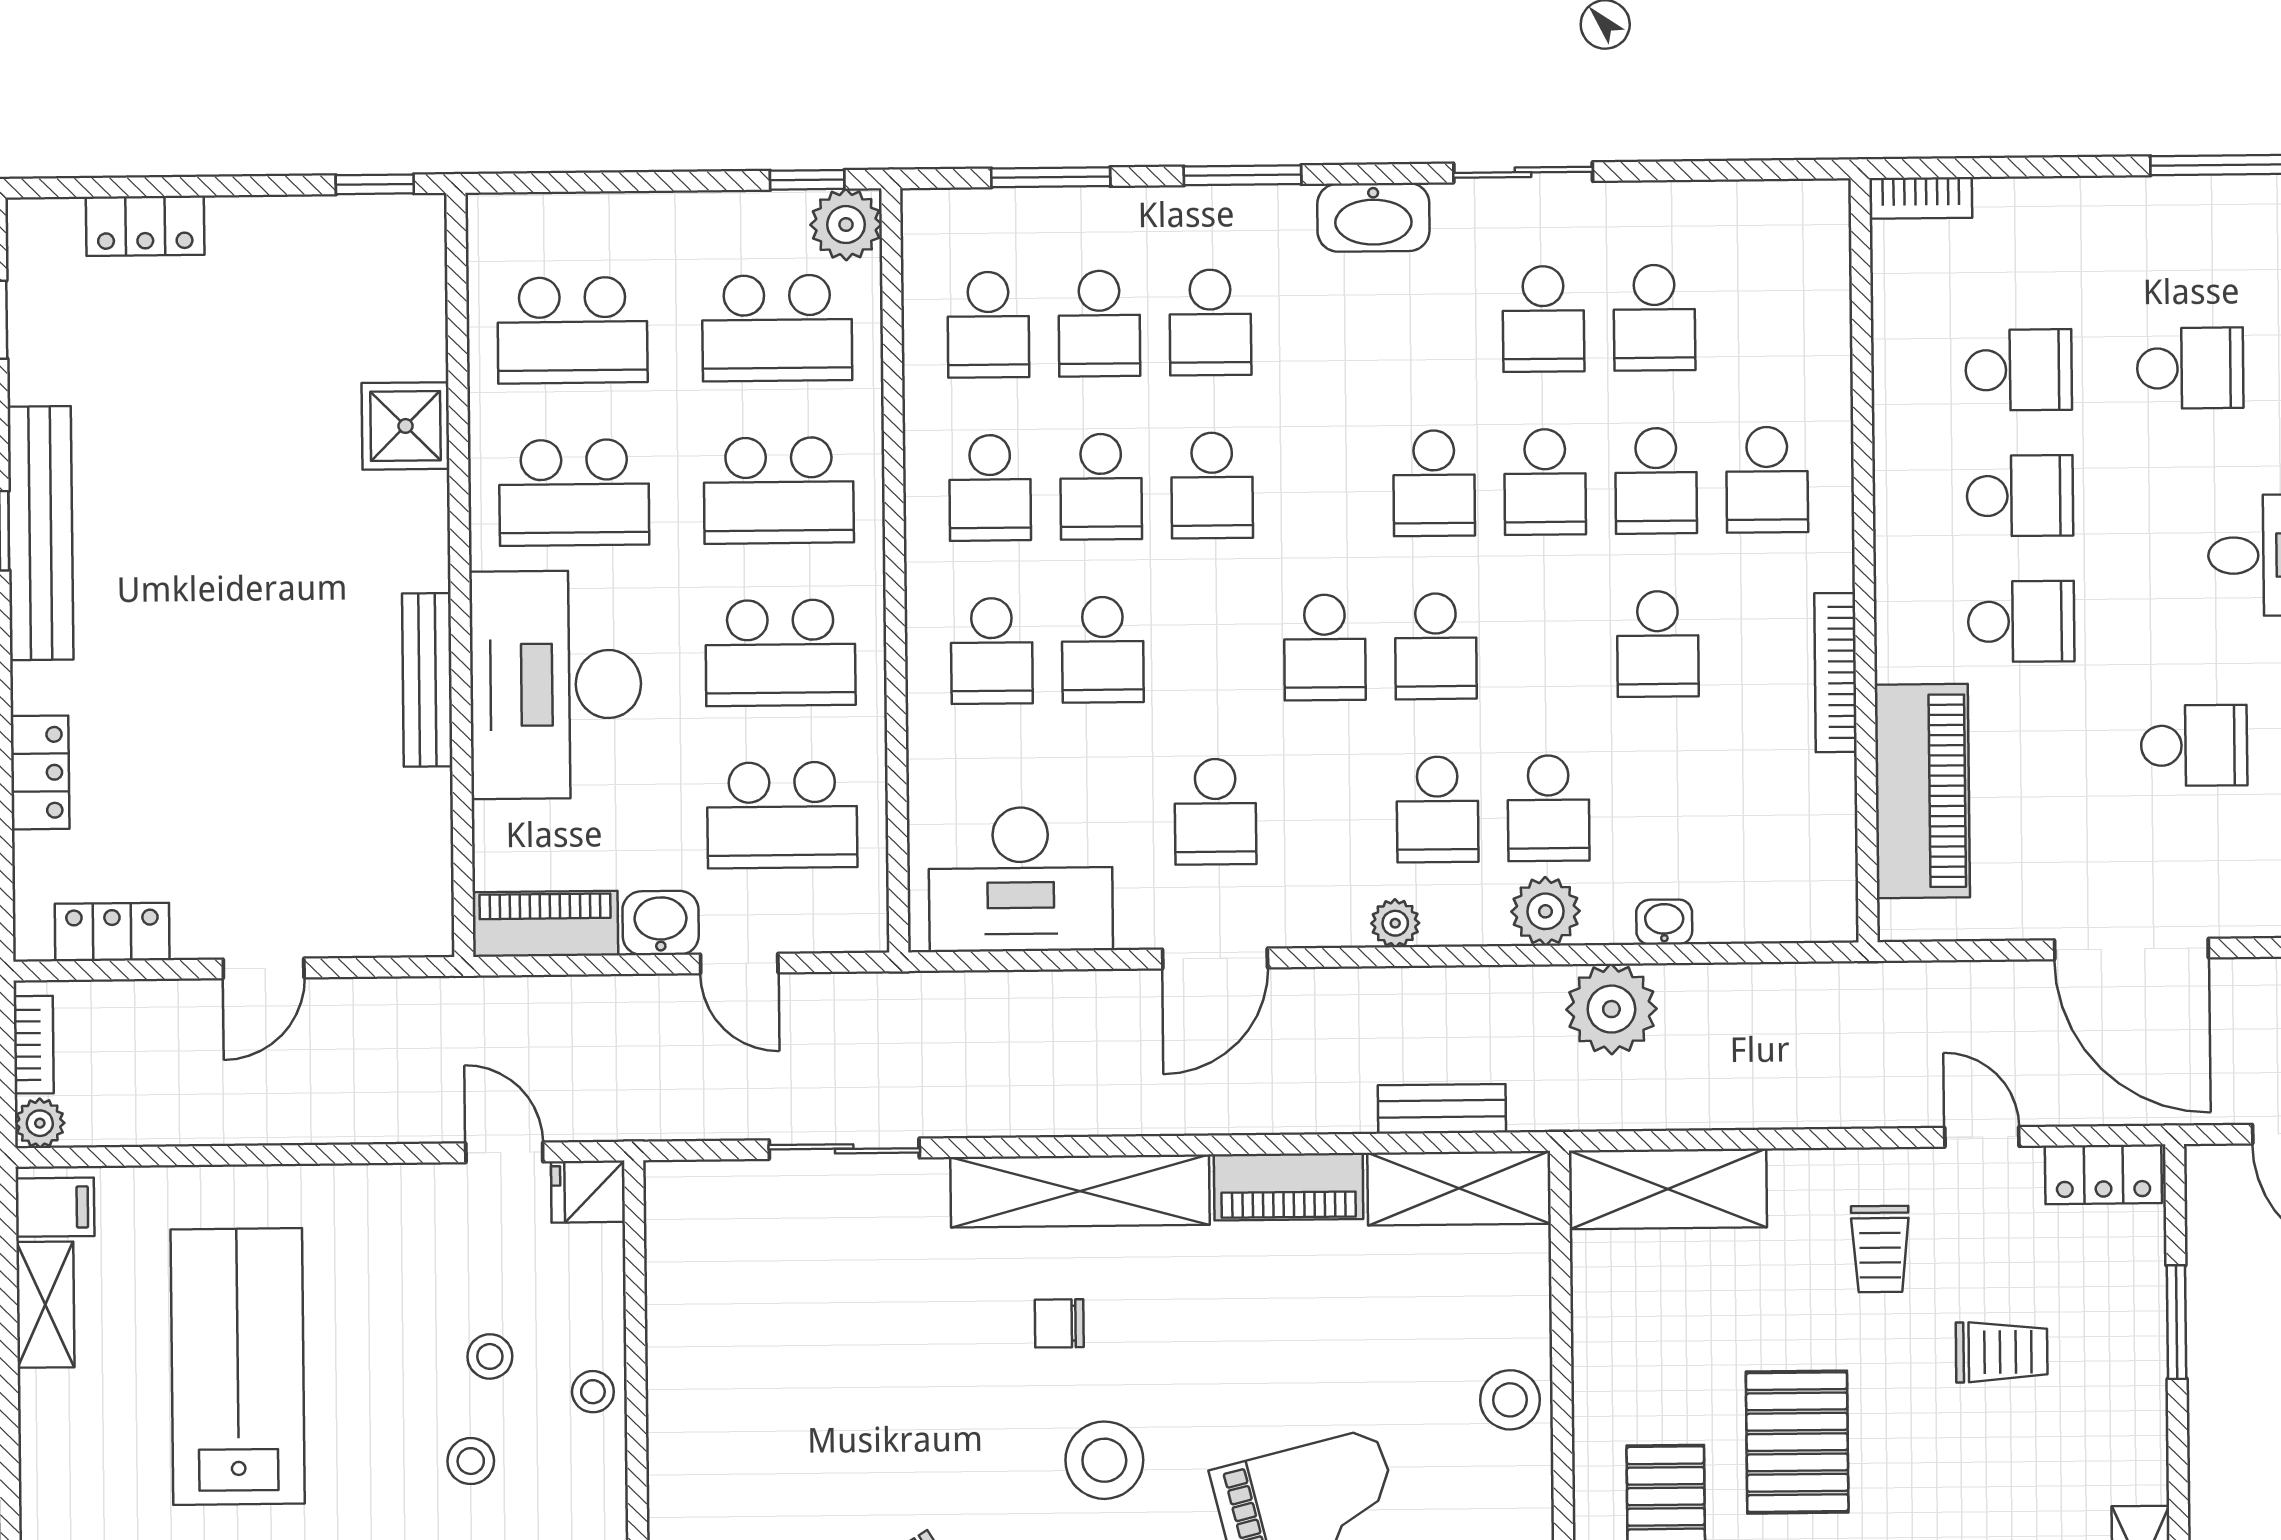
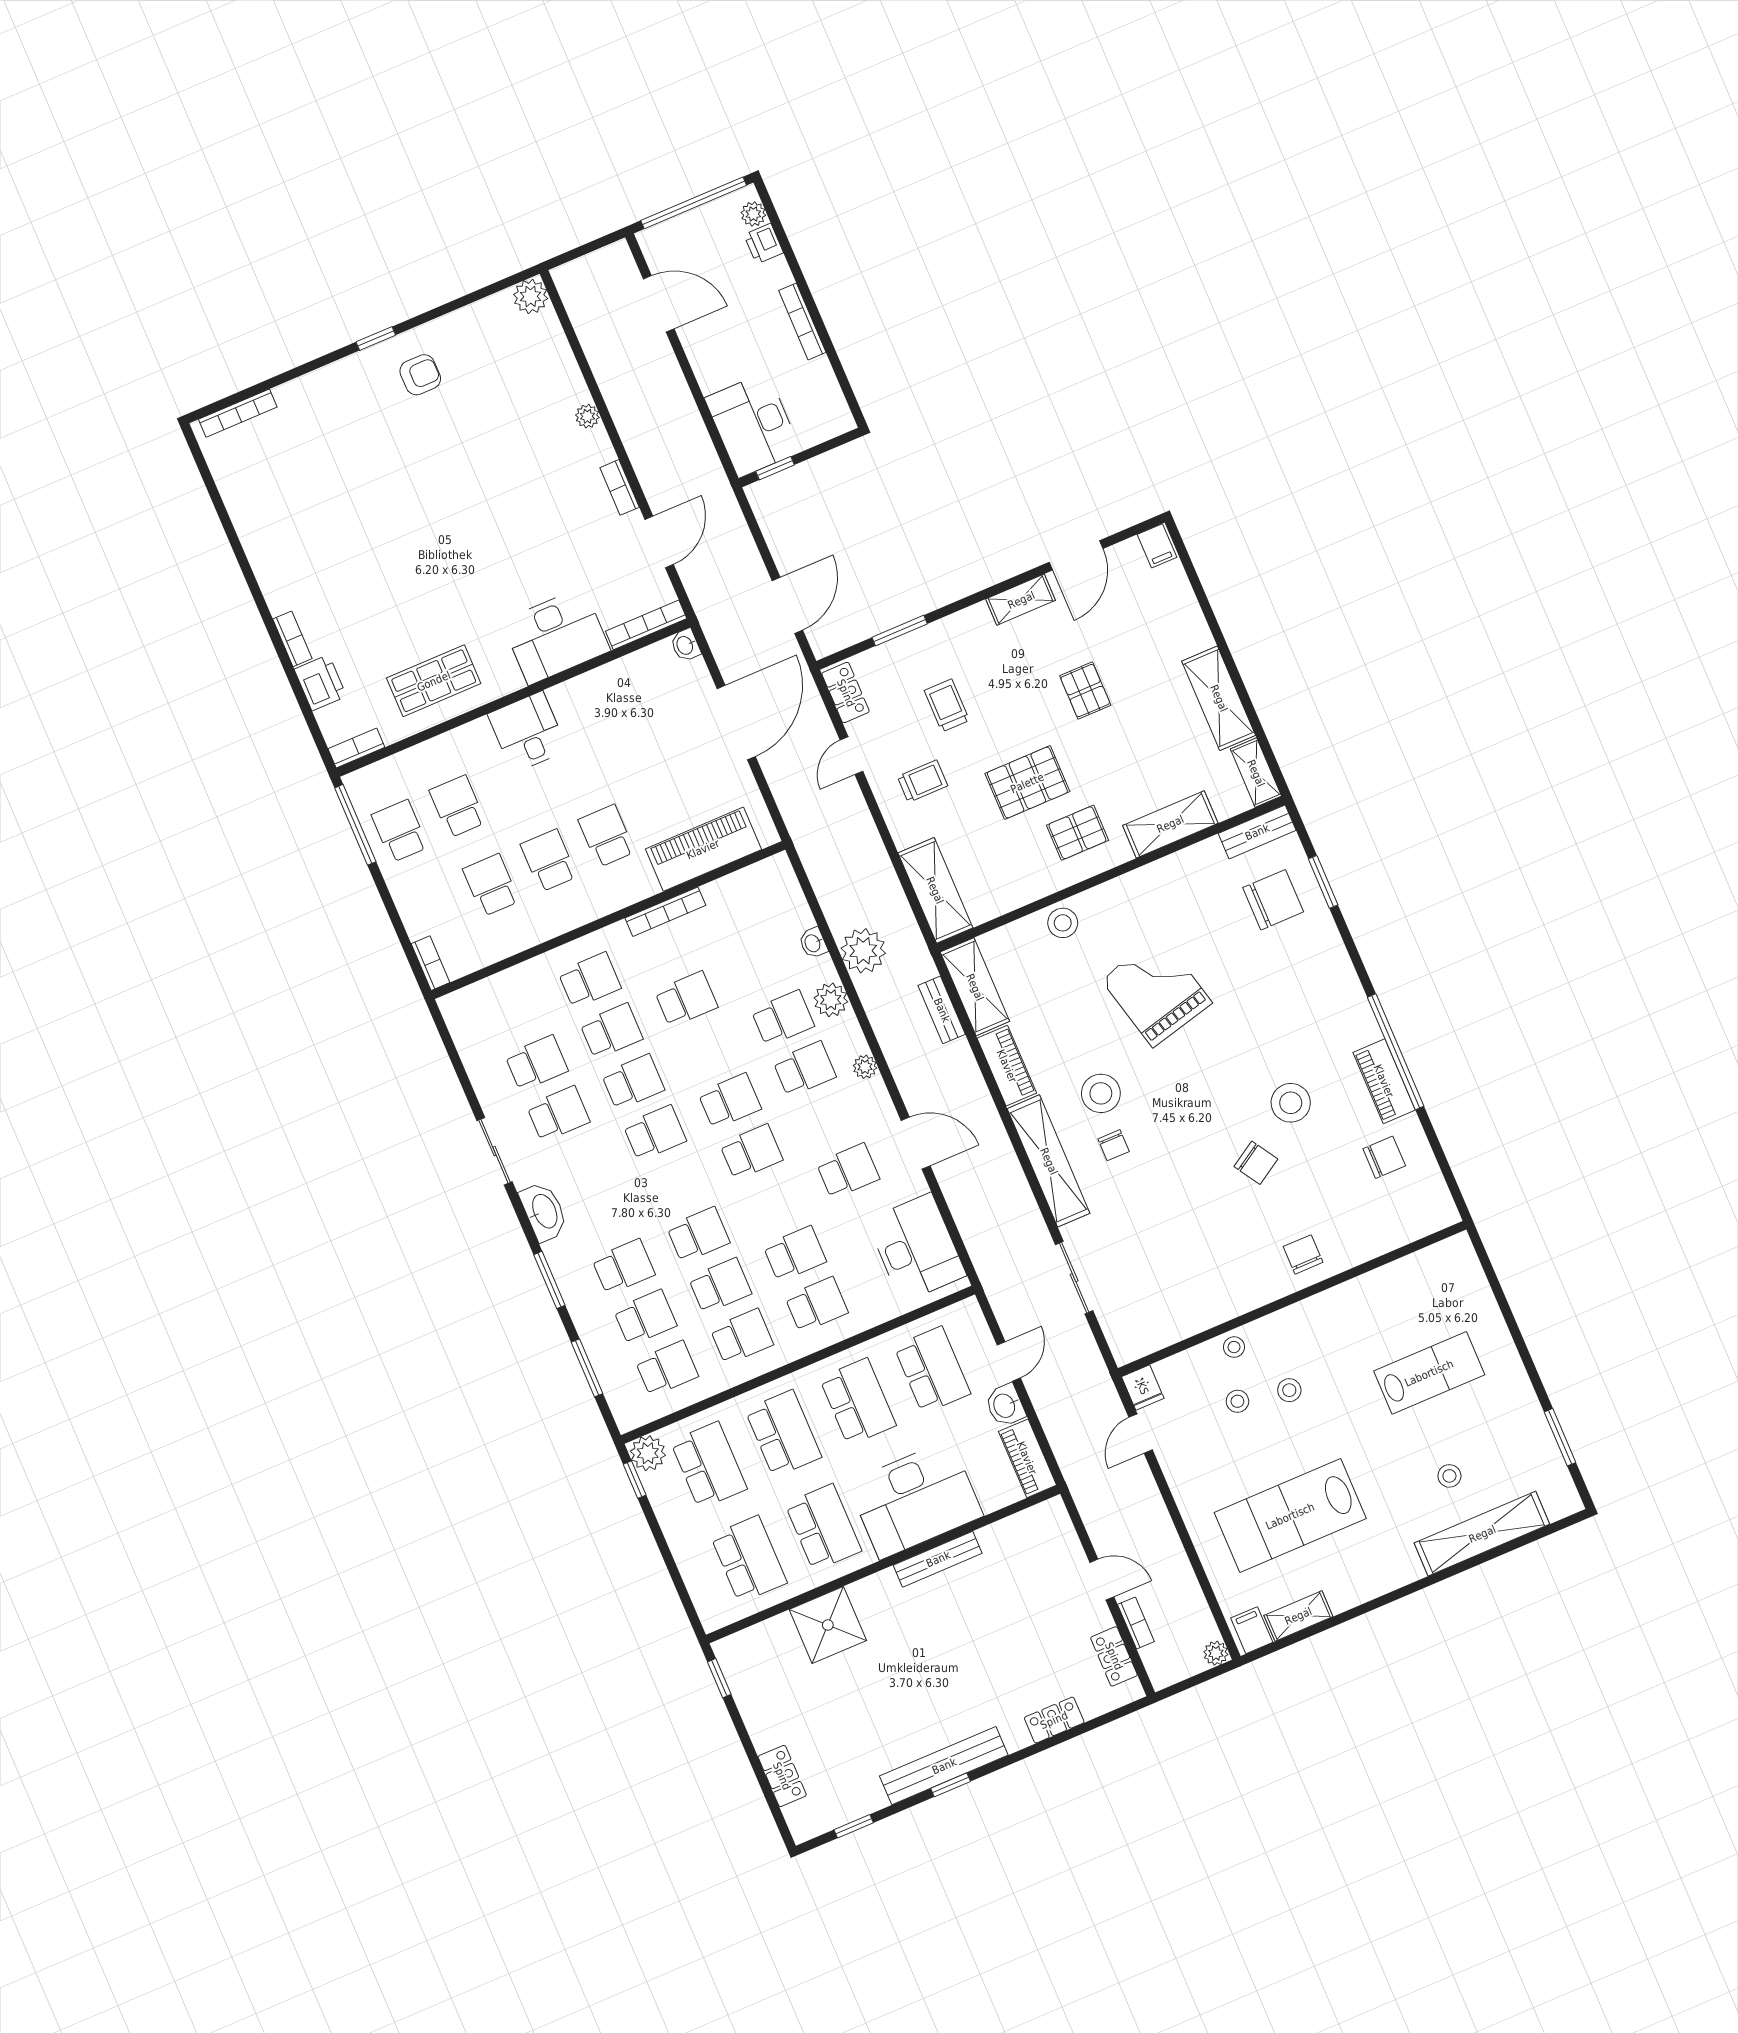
shower: (406, 426) -> (828, 1625), width x1.36, depth x1.36
school desk: (2194, 745) -> (400, 831), moved
bookcase: (34, 1045) -> (1136, 1623), moved, turned 90
stool: (1104, 1460) -> (1101, 1093), moved

